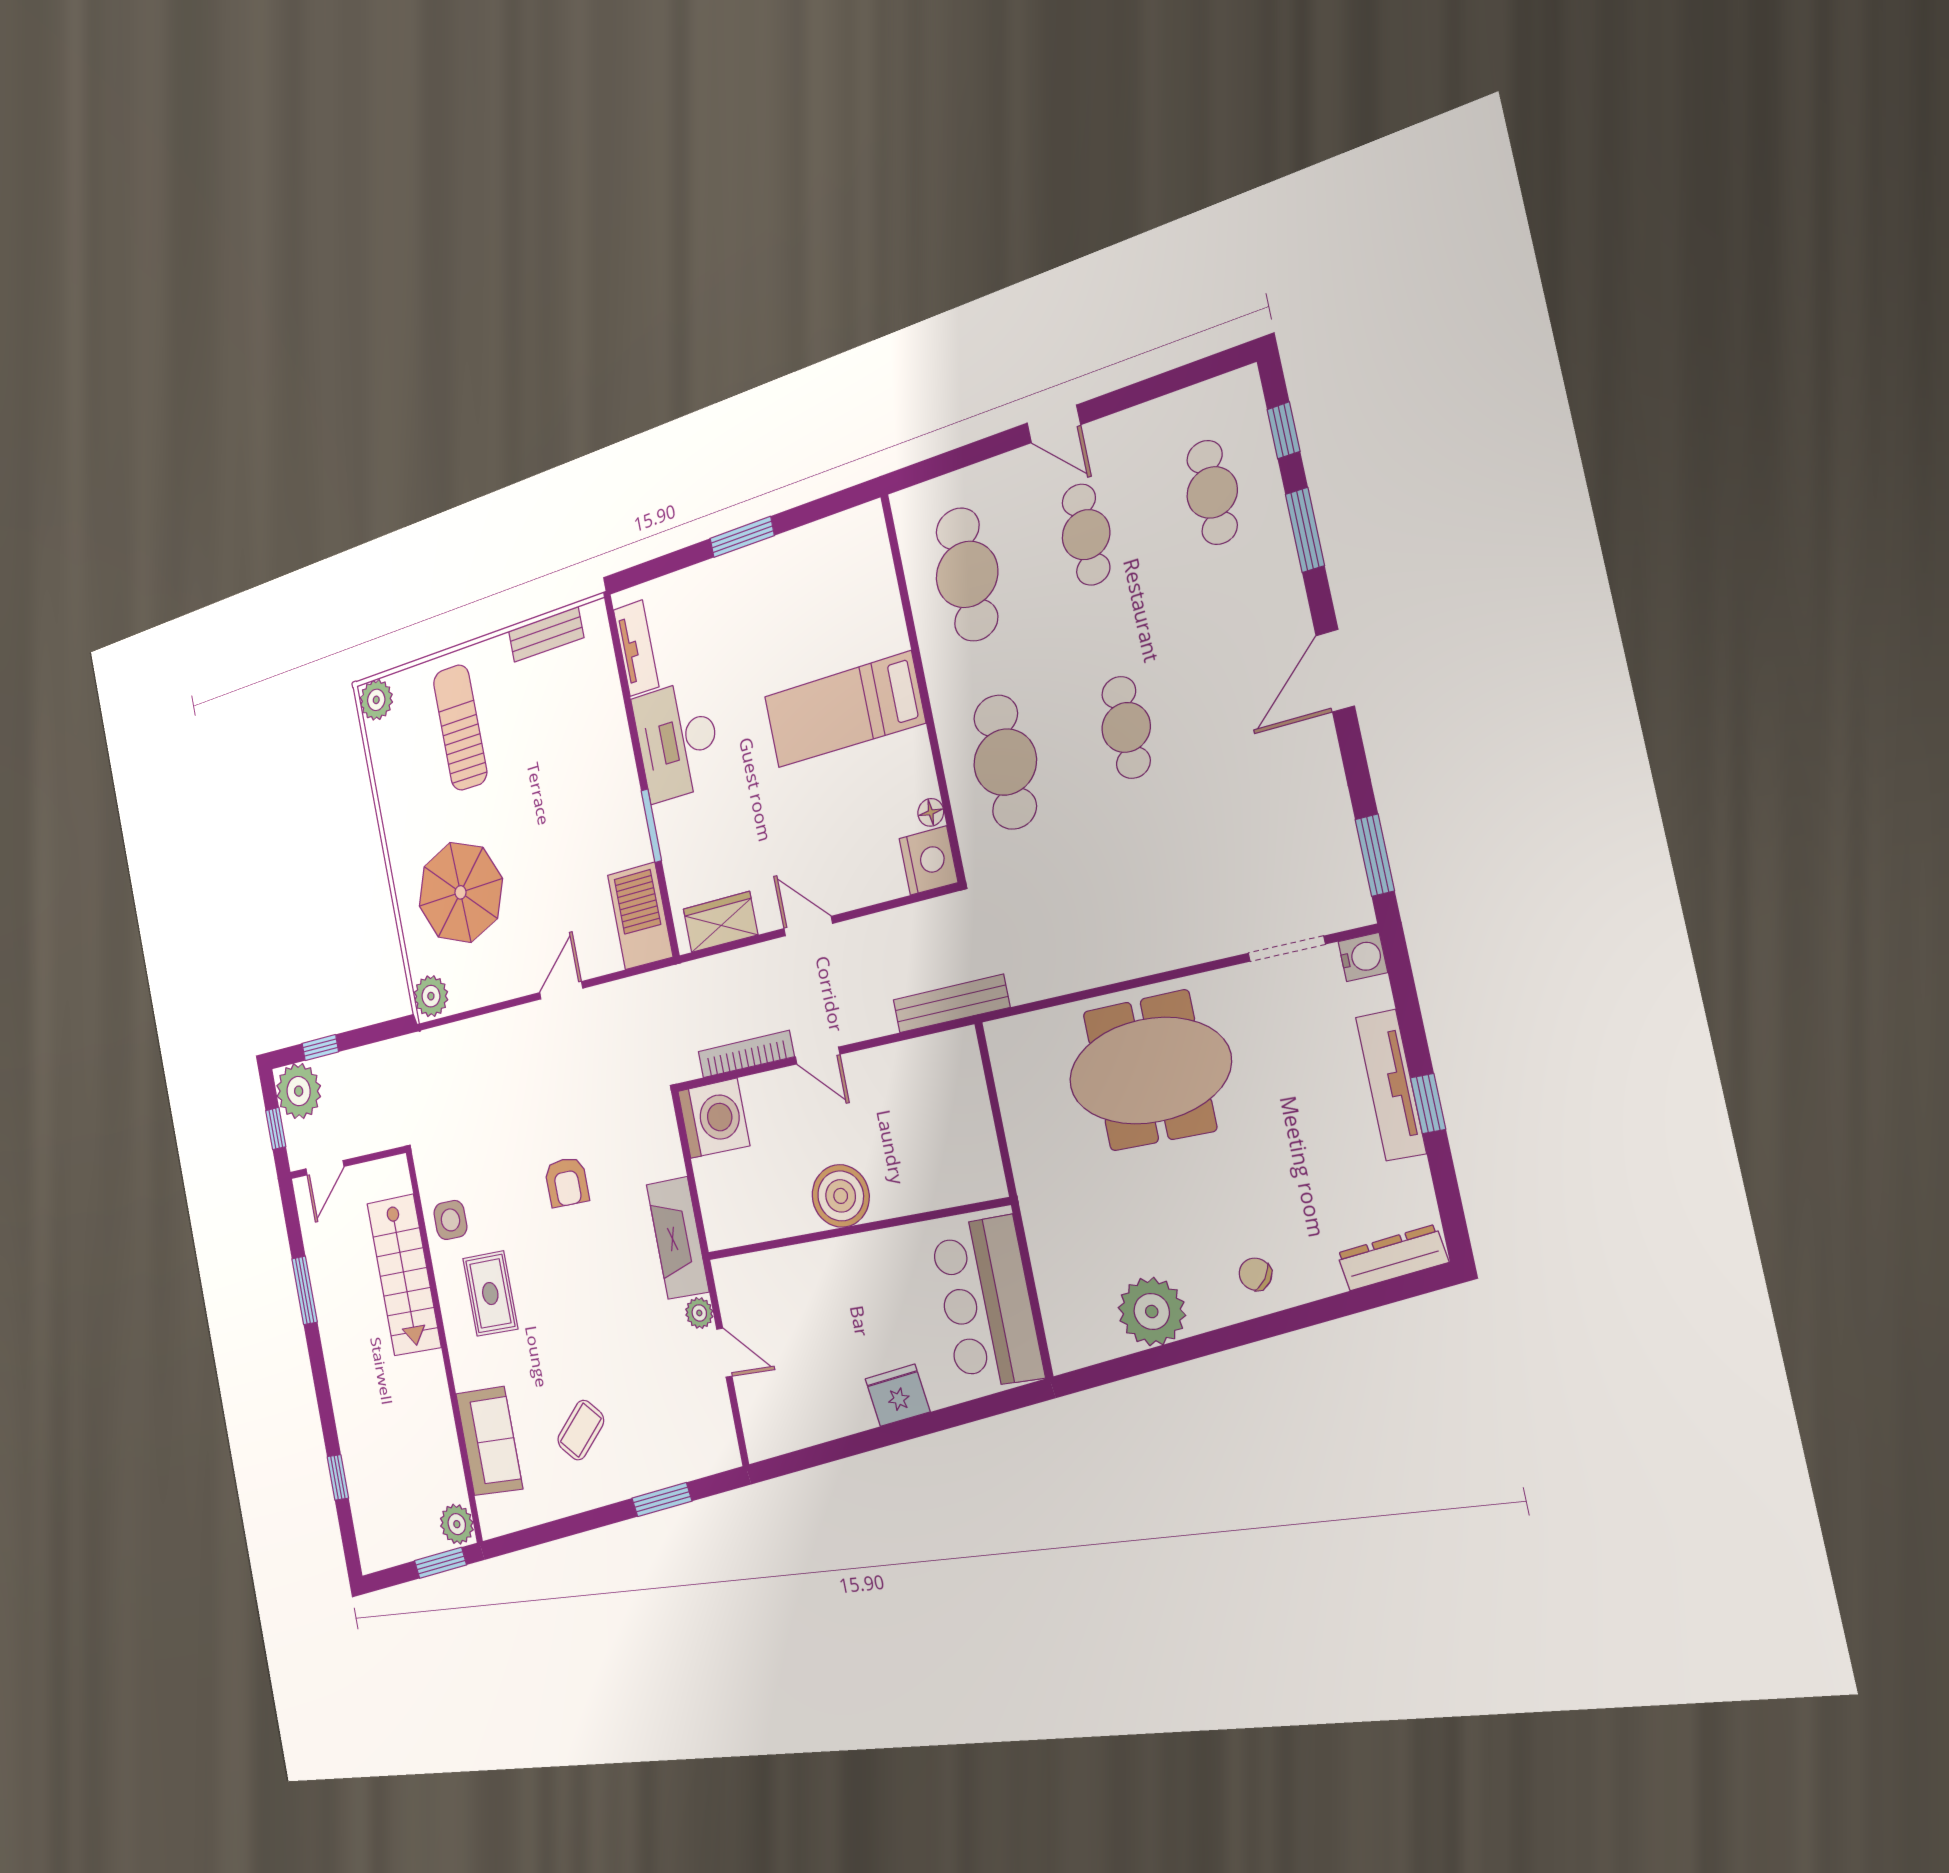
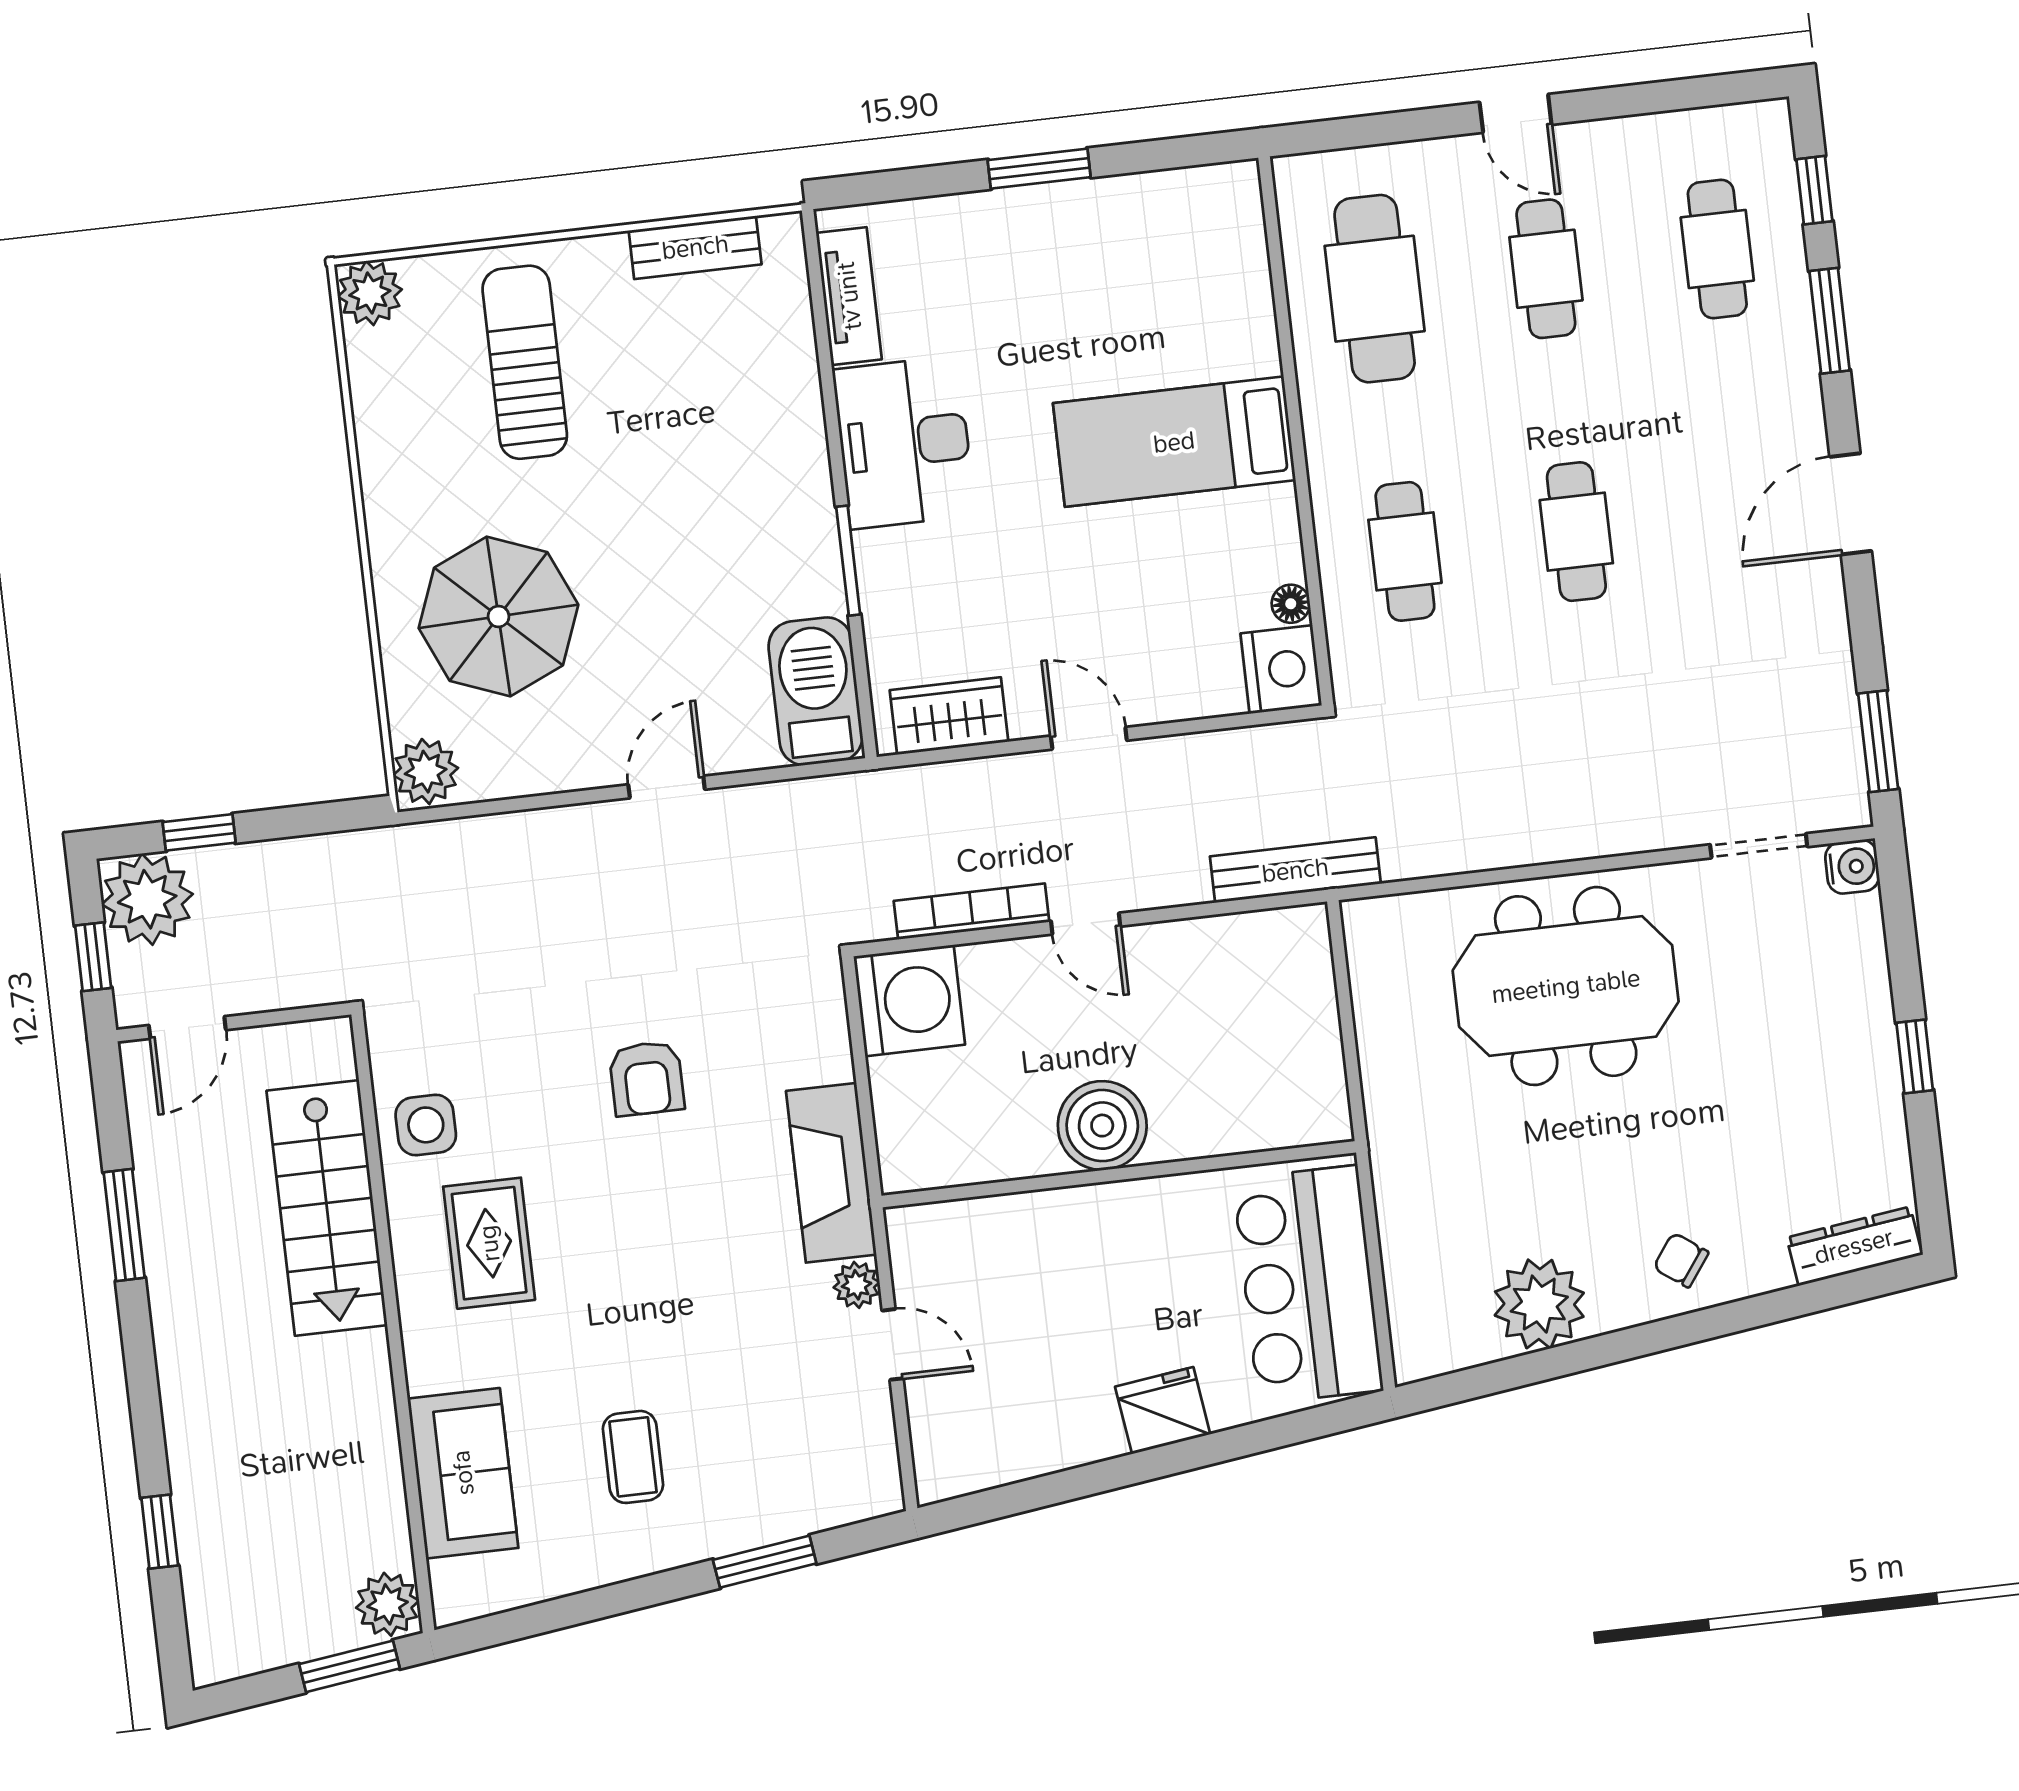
cafe table: (1005, 762) -> (1405, 551), width x0.73, depth x0.74
tv unit: (1391, 1085) -> (1872, 1030), removed
coffee table: (581, 1430) -> (633, 1457), turned -45

